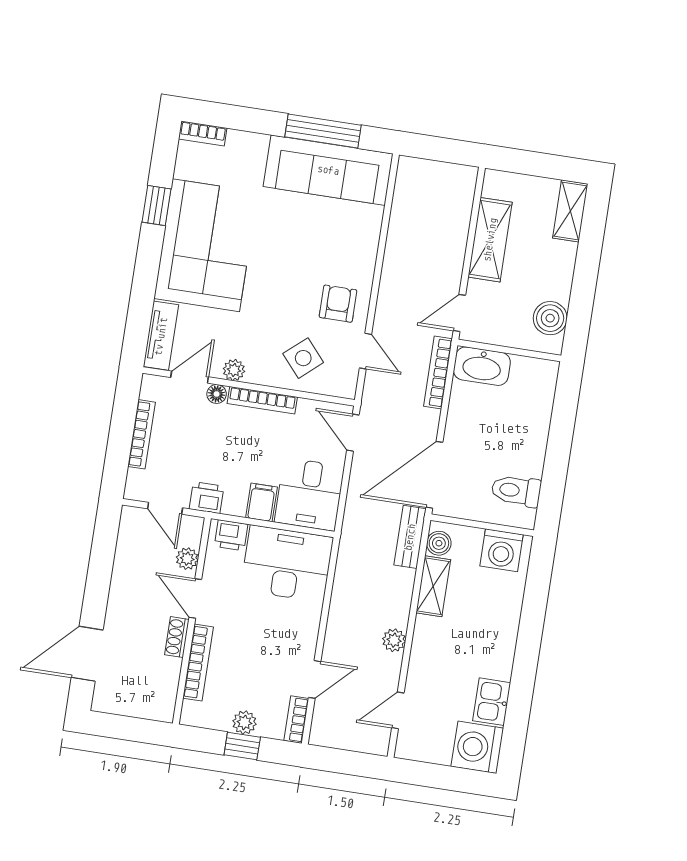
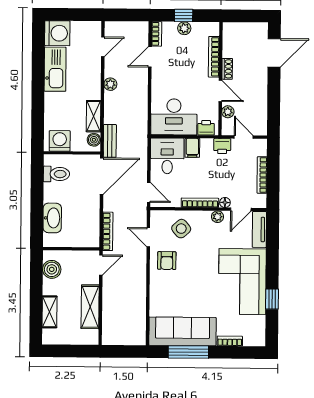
bookcase: (203, 134) -> (230, 341), moved
shelving: (570, 211) -> (49, 312), moved
washbasin: (482, 366) -> (52, 218), moved, turned 90
kitchen sink: (492, 702) -> (55, 69), width x1.88, depth x1.24

